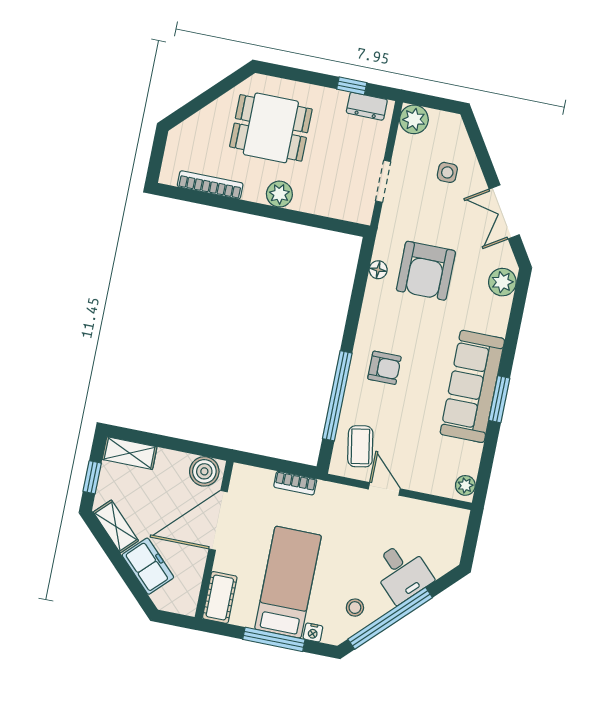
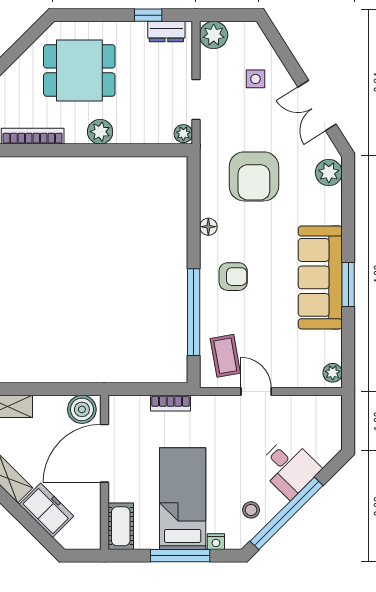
plant: (363, 213) -> (183, 134), added
floor lamp: (378, 270) -> (208, 227), moved

